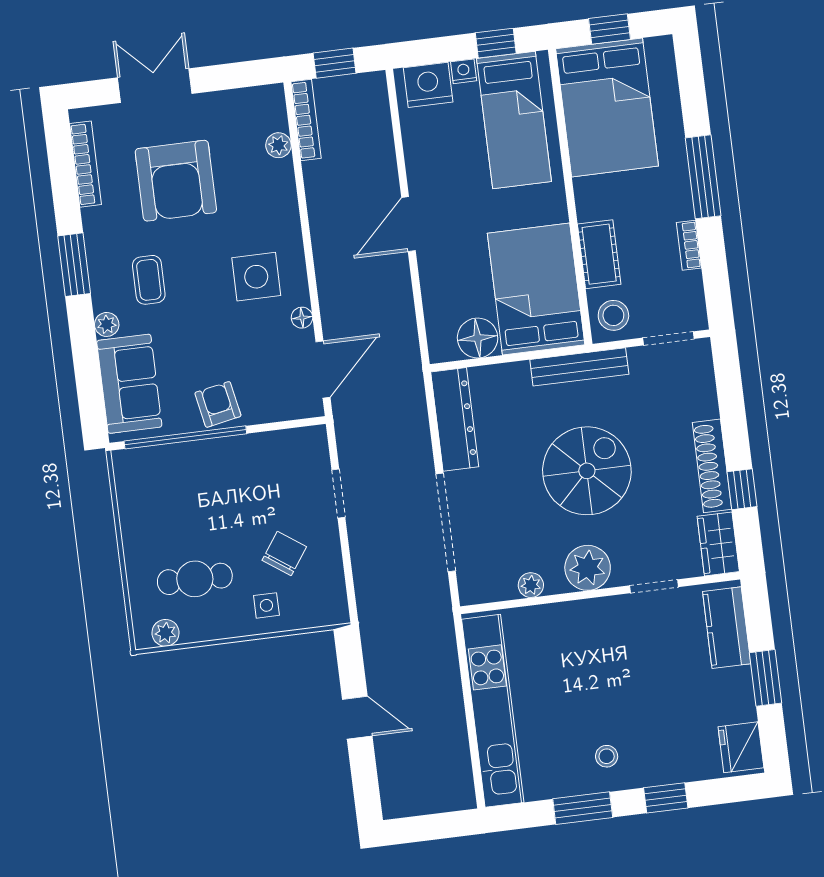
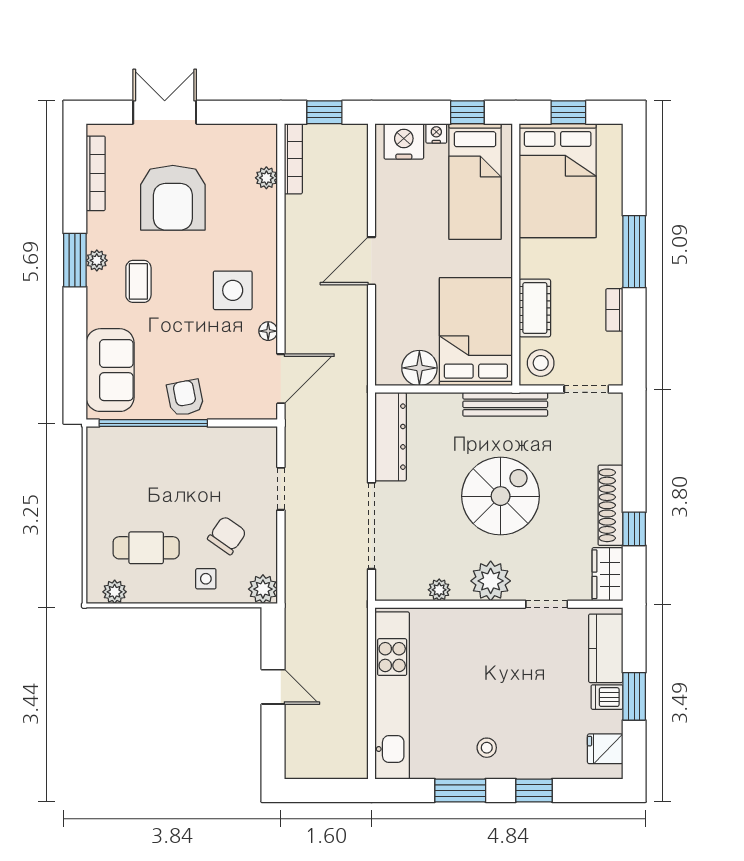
plant: (107, 324) -> (97, 260), moved
plant: (332, 609) -> (263, 589), added
dishwasher: (735, 682) -> (607, 697), added
fridge: (741, 747) -> (605, 749), width x0.72

